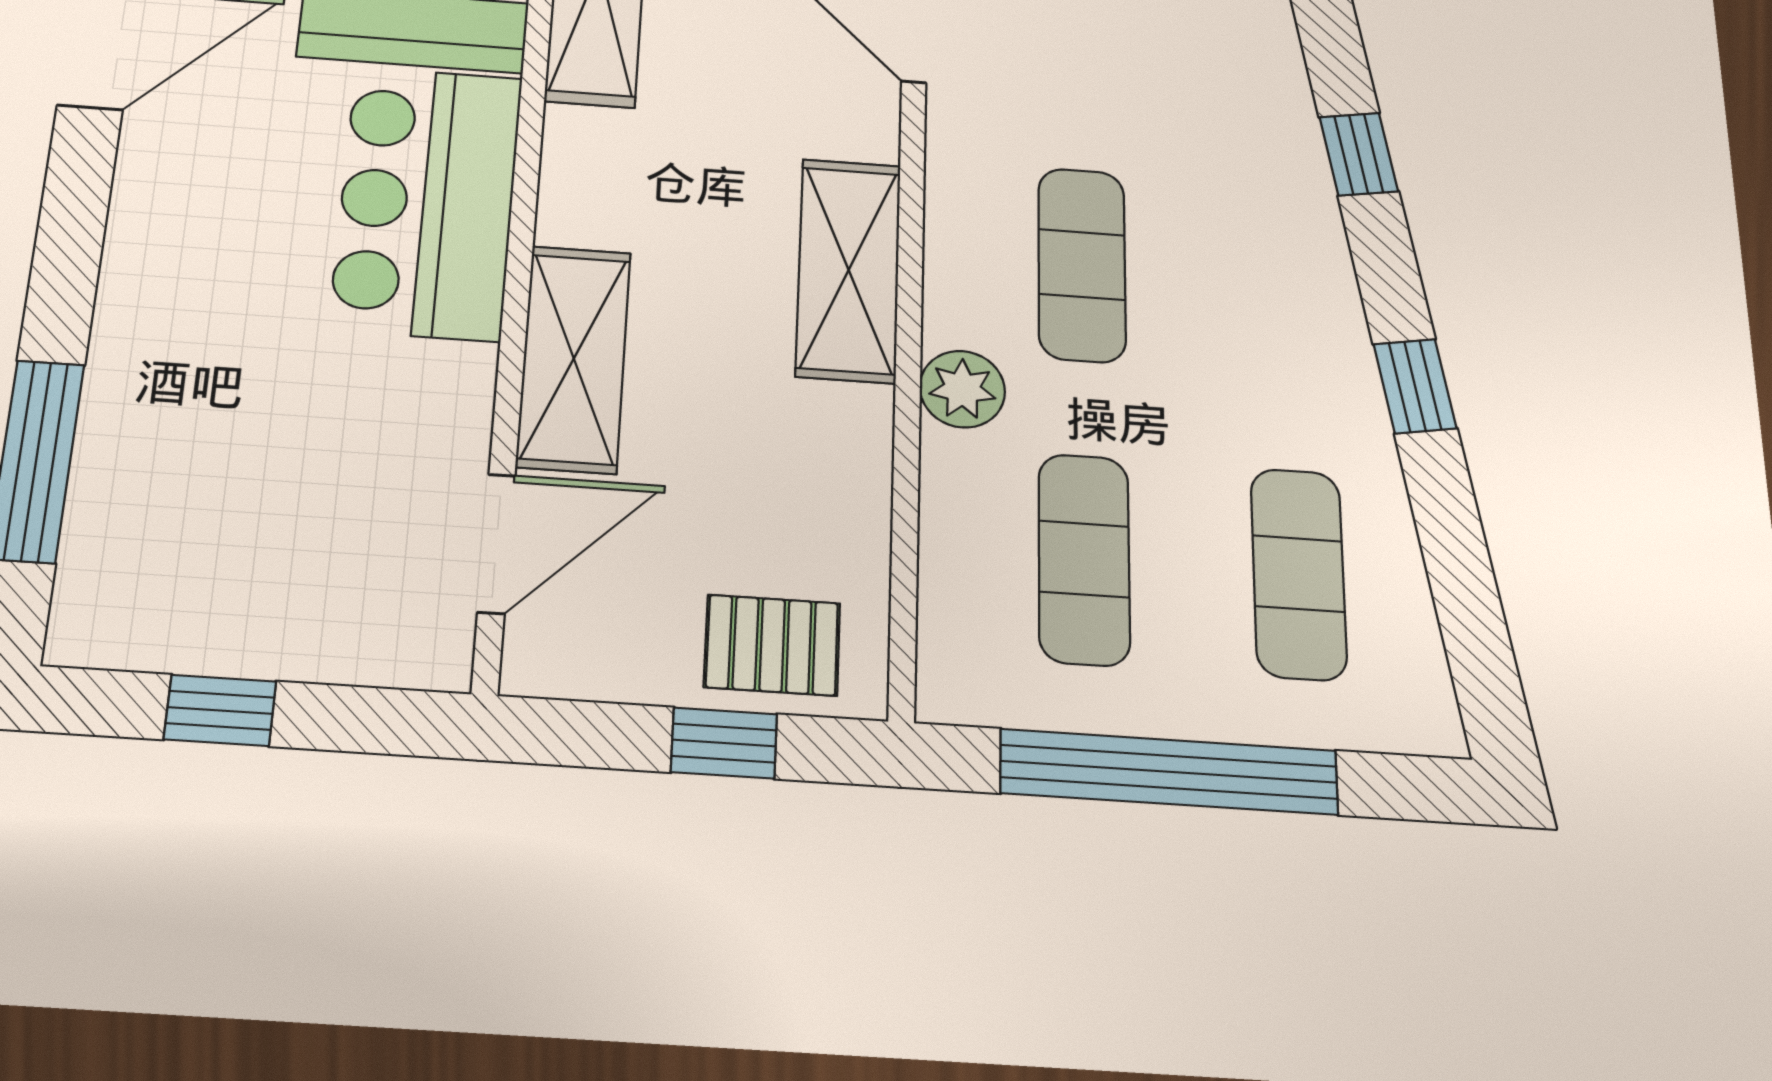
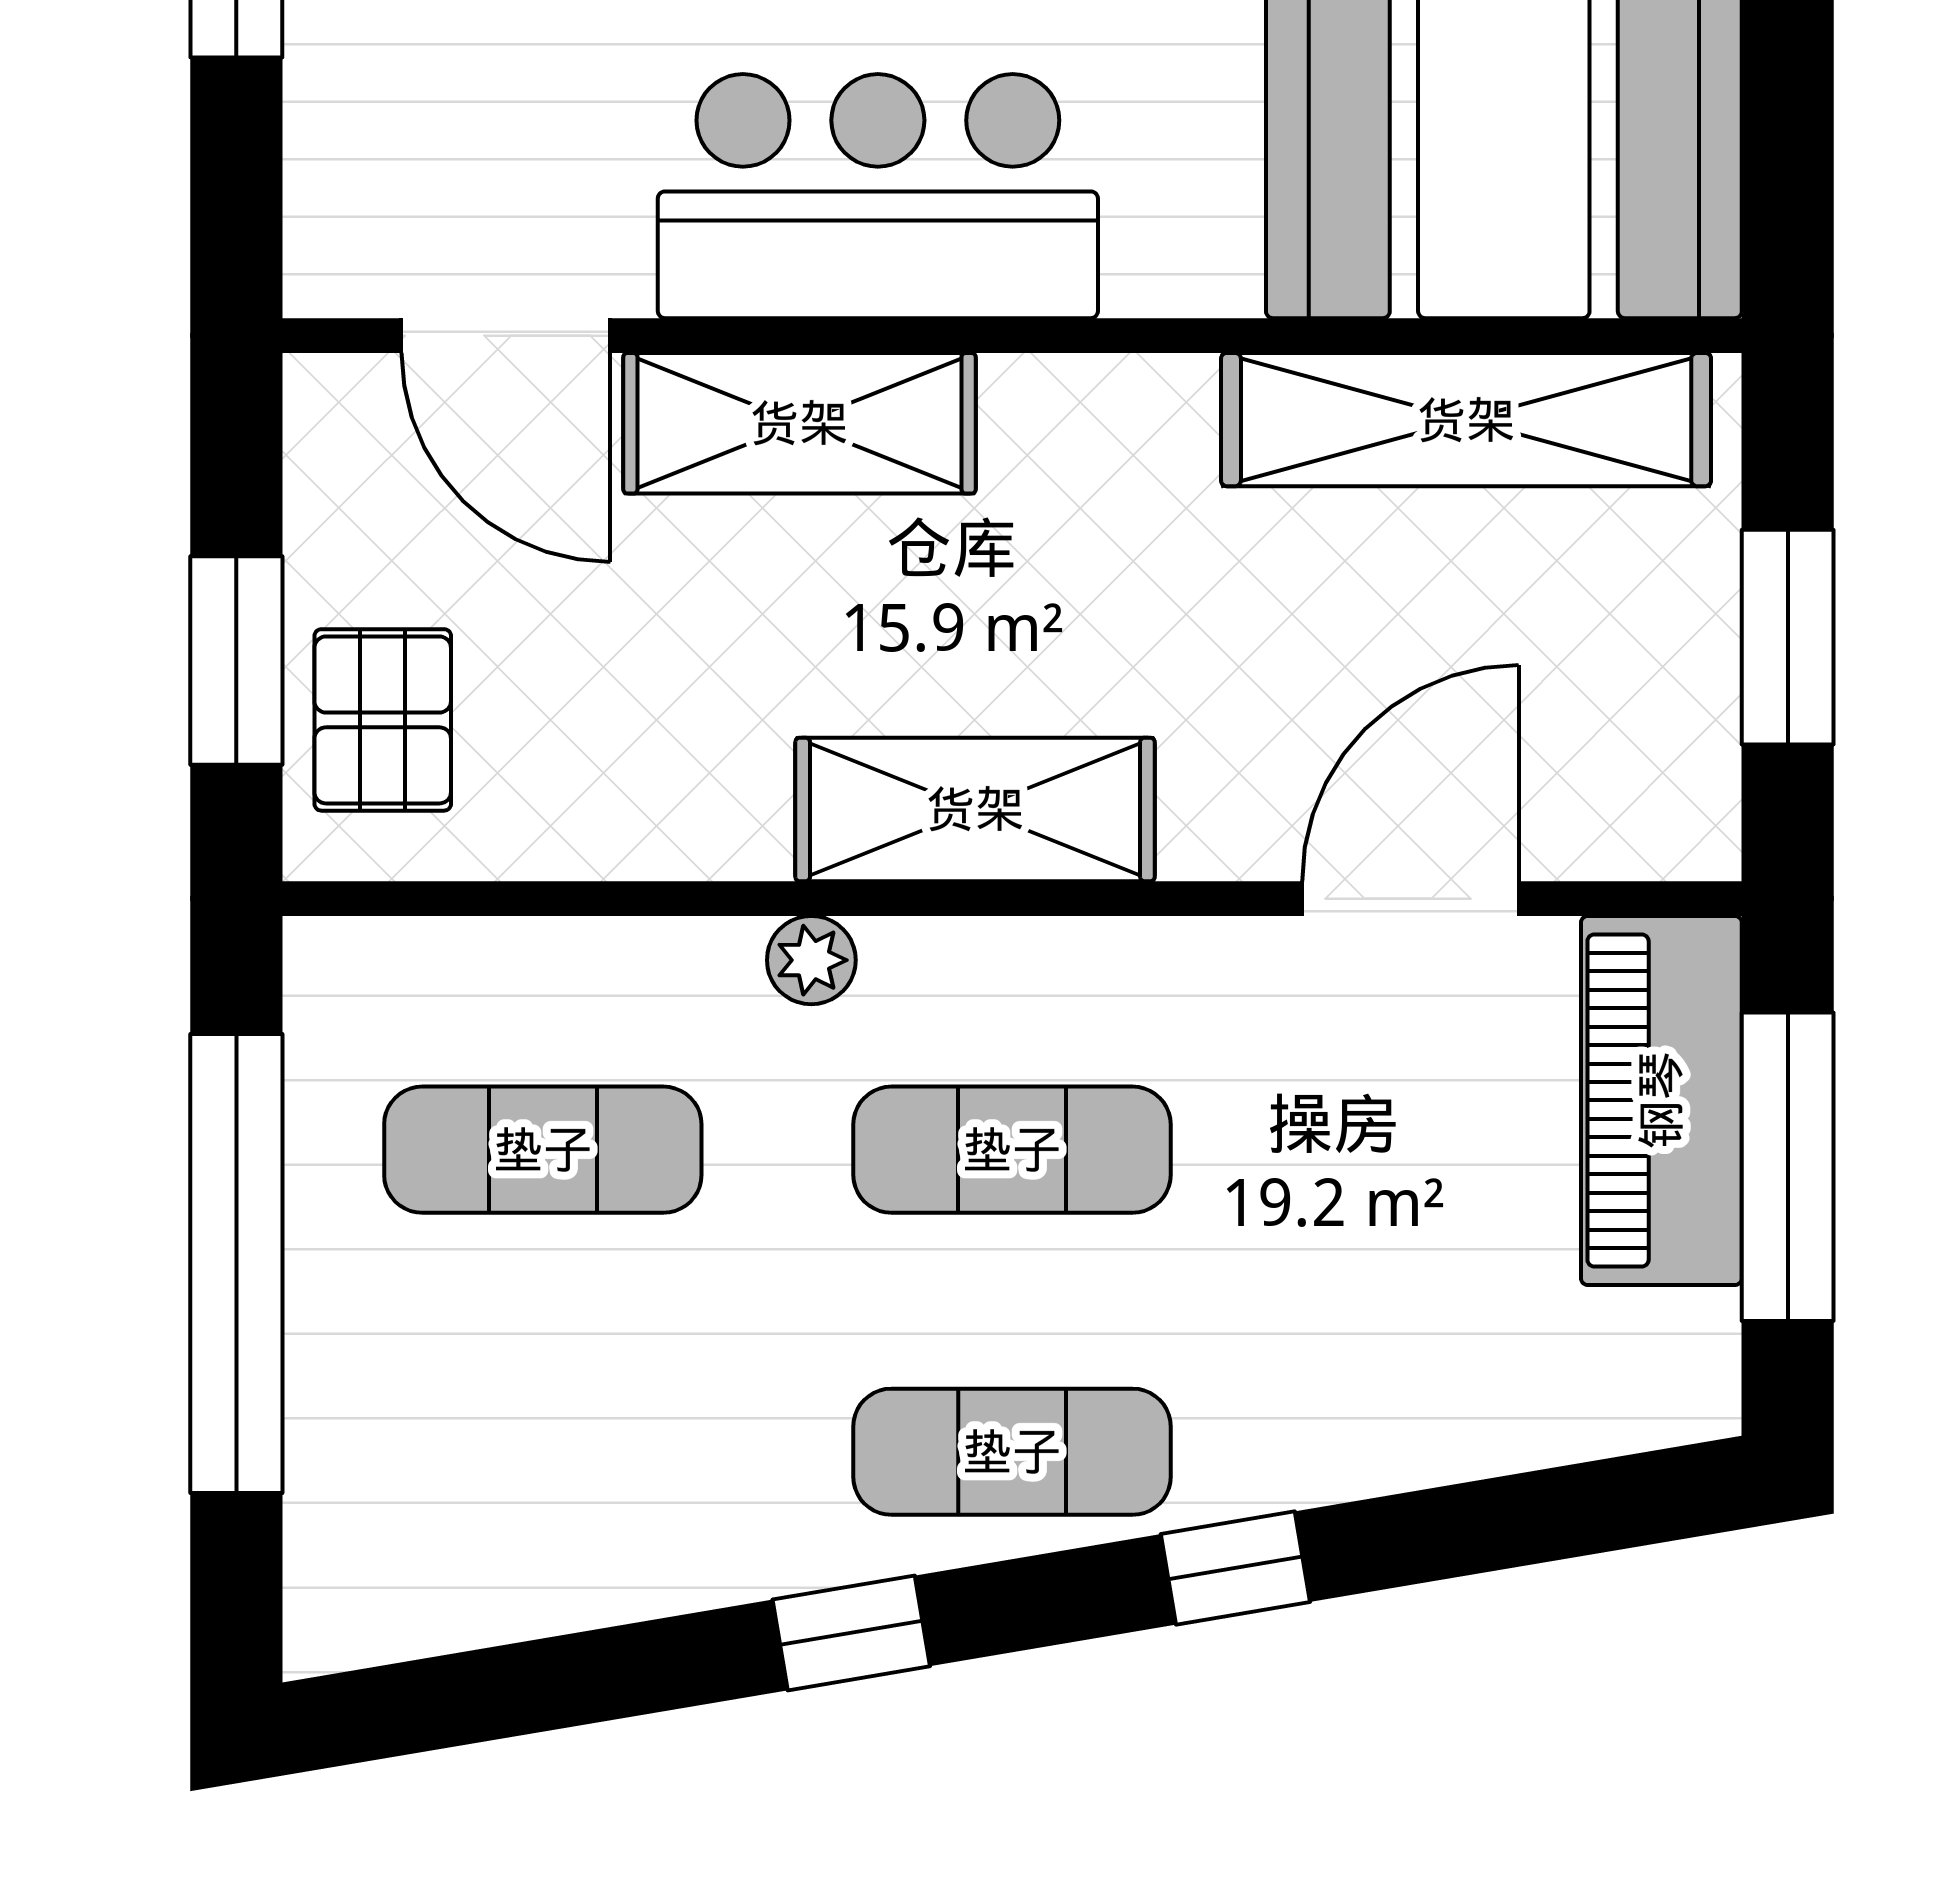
bar counter: (427, 202) -> (878, 196), moved
plant: (962, 389) -> (811, 960), width x0.73, depth x0.73
exercise mat: (1299, 574) -> (1012, 1452), moved
window: (724, 743) -> (236, 660), width x1.50

